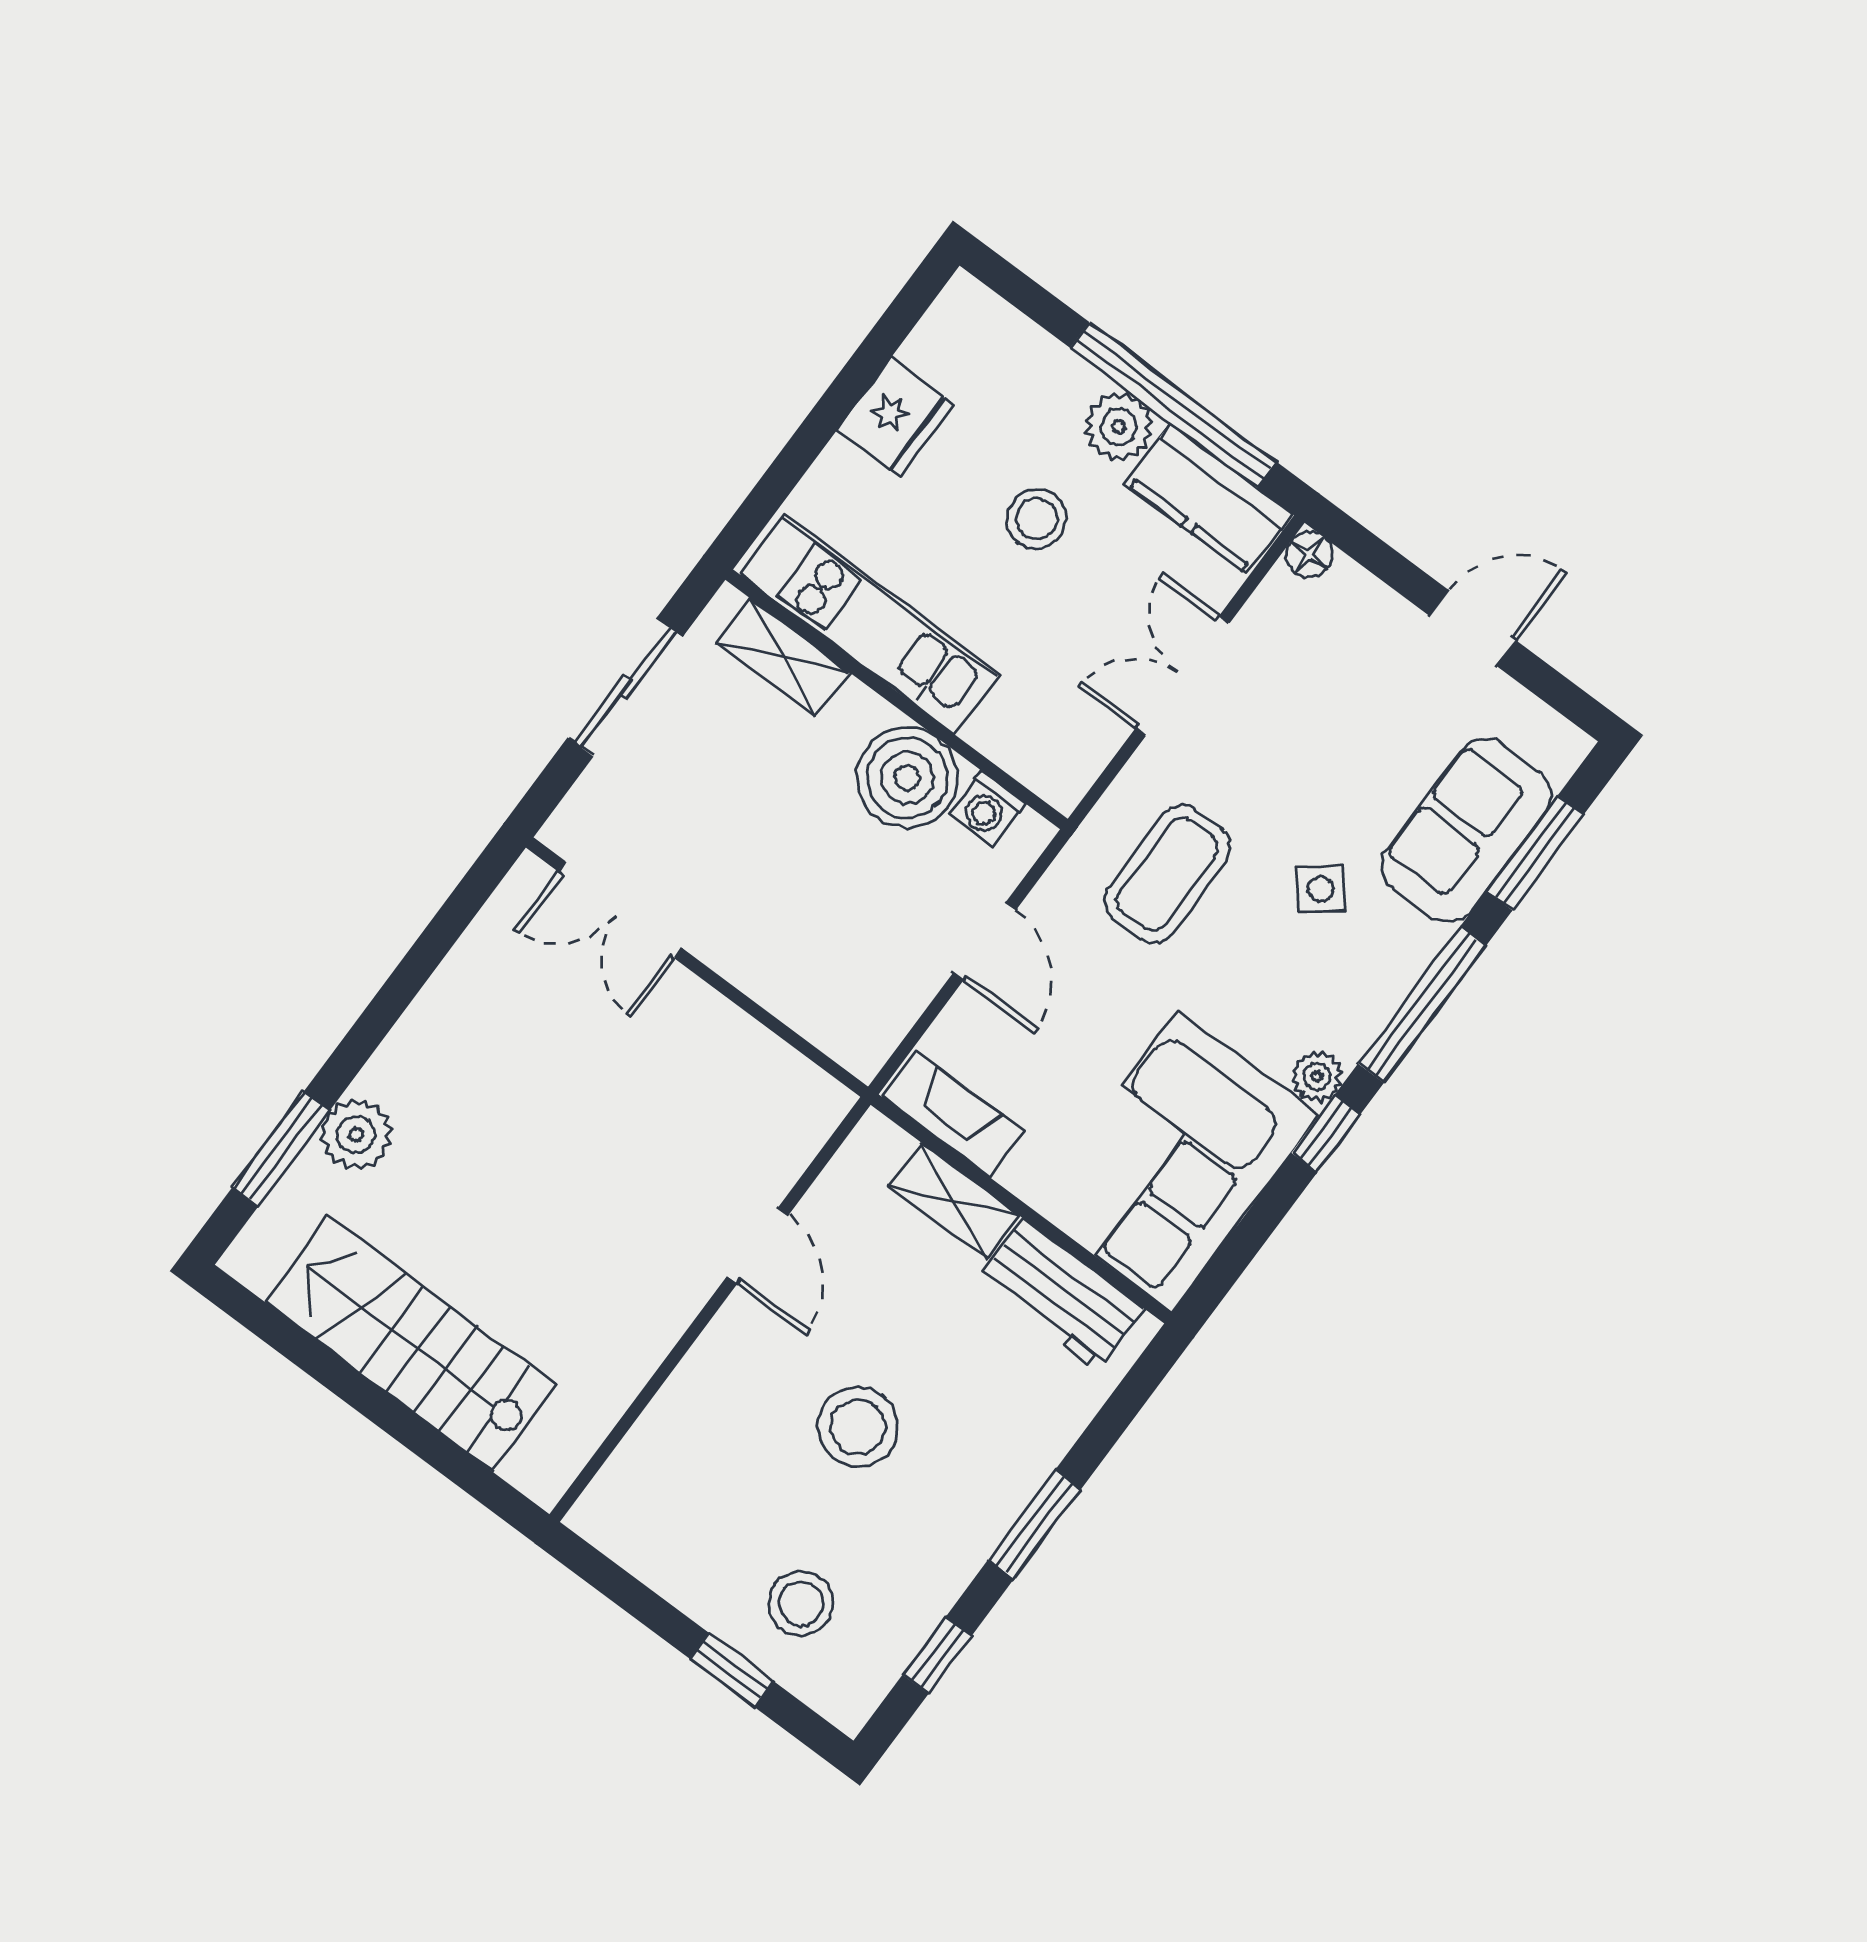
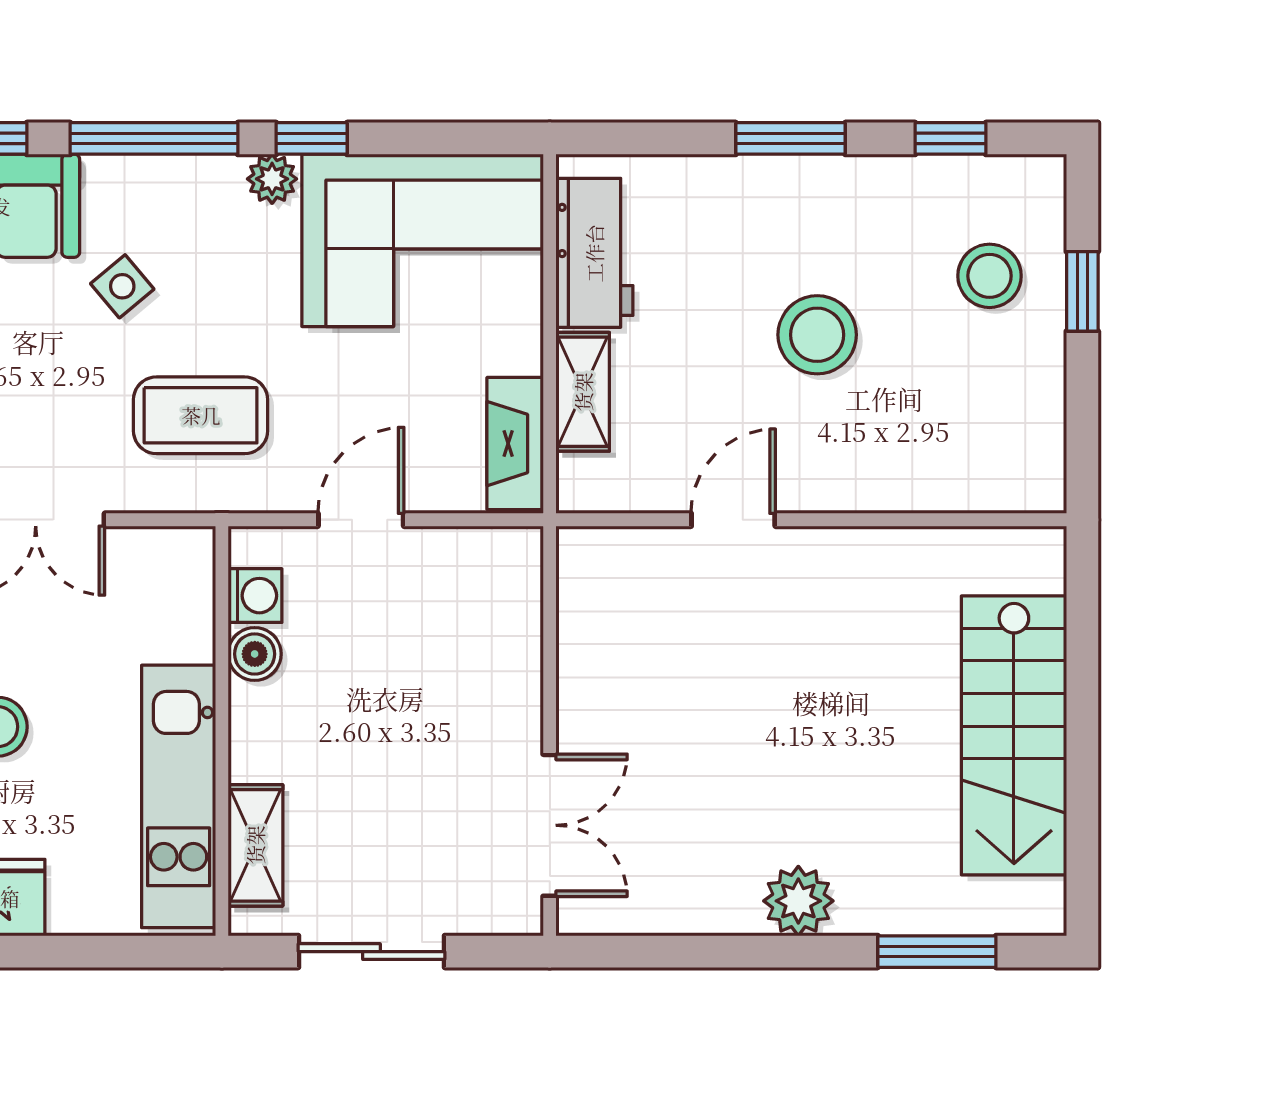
boiler: (907, 778) -> (255, 654), width x0.54, depth x0.54
plant: (356, 1135) -> (798, 901), moved

